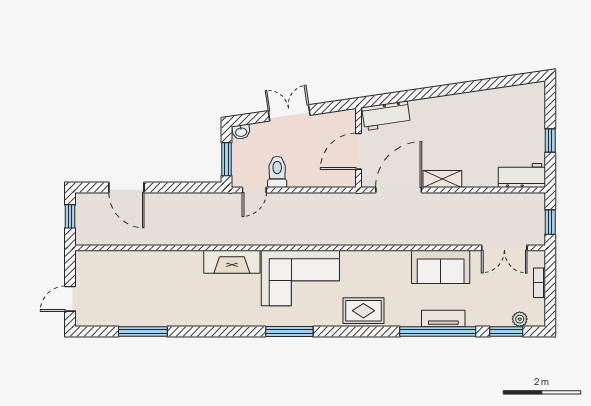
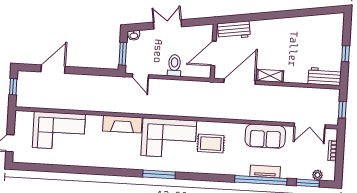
toilet: (277, 172) -> (174, 65), moved
door: (126, 187) -> (53, 69), swing flipped
door: (254, 190) -> (140, 76), hinge flipped
corner sofa: (140, 277) -> (59, 131), added
rug: (363, 311) -> (211, 144), moved
window: (143, 332) -> (59, 169), removed

